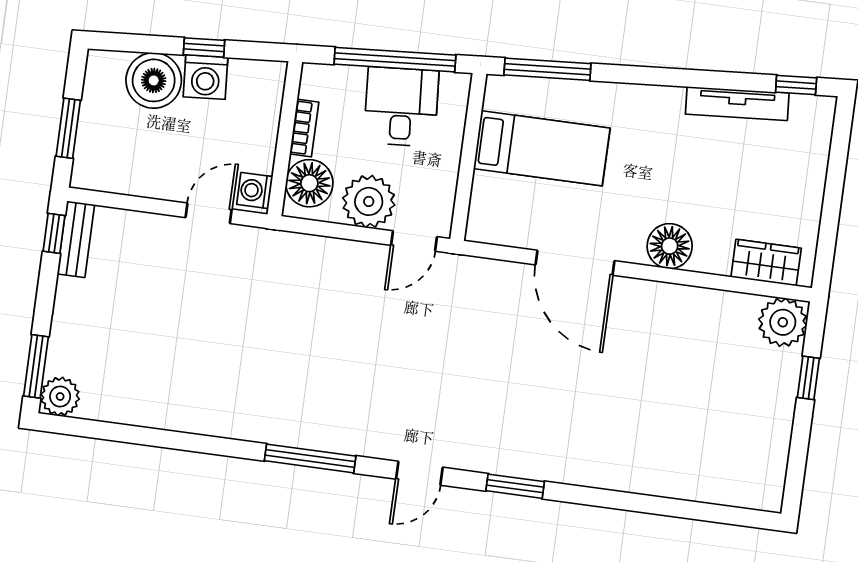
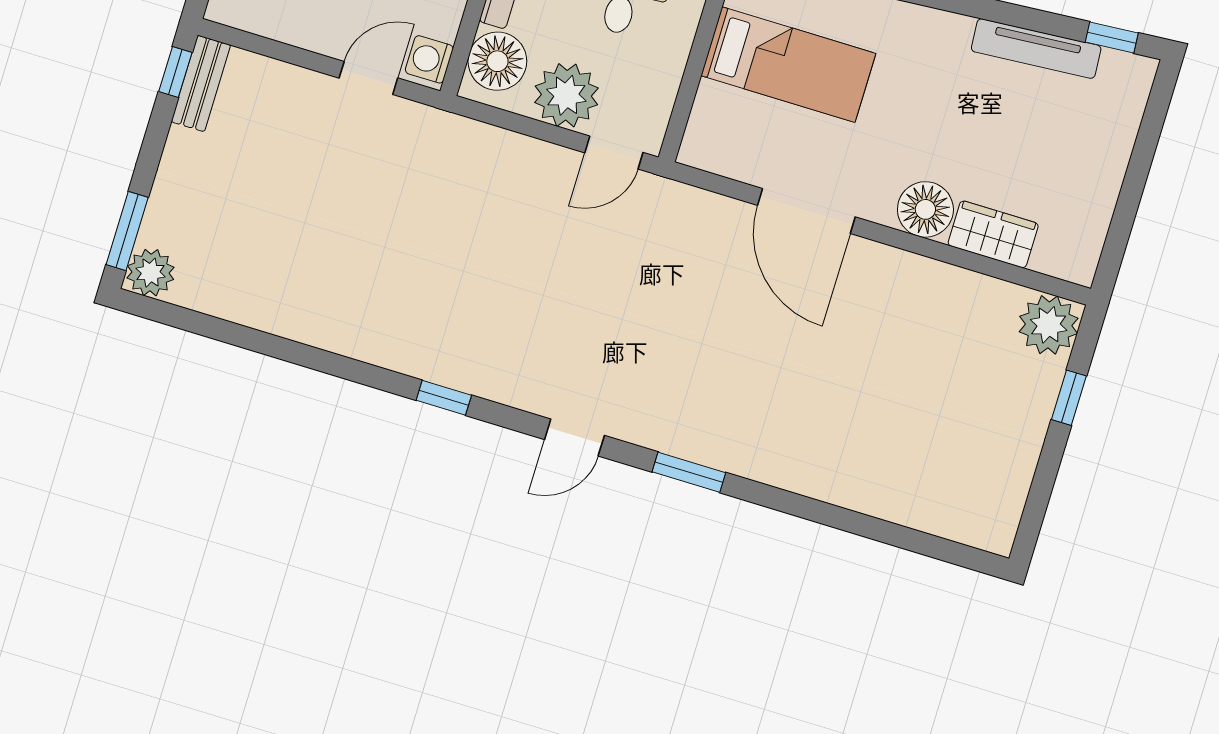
wardrobe: (766, 263) -> (993, 234), moved
window: (310, 458) -> (444, 398), width x0.46

